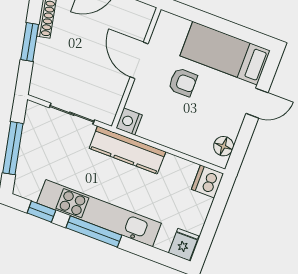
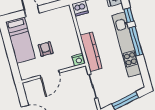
floor lamp: (224, 146) -> (60, 12), removed
window: (41, 212) -> (129, 15), moved

